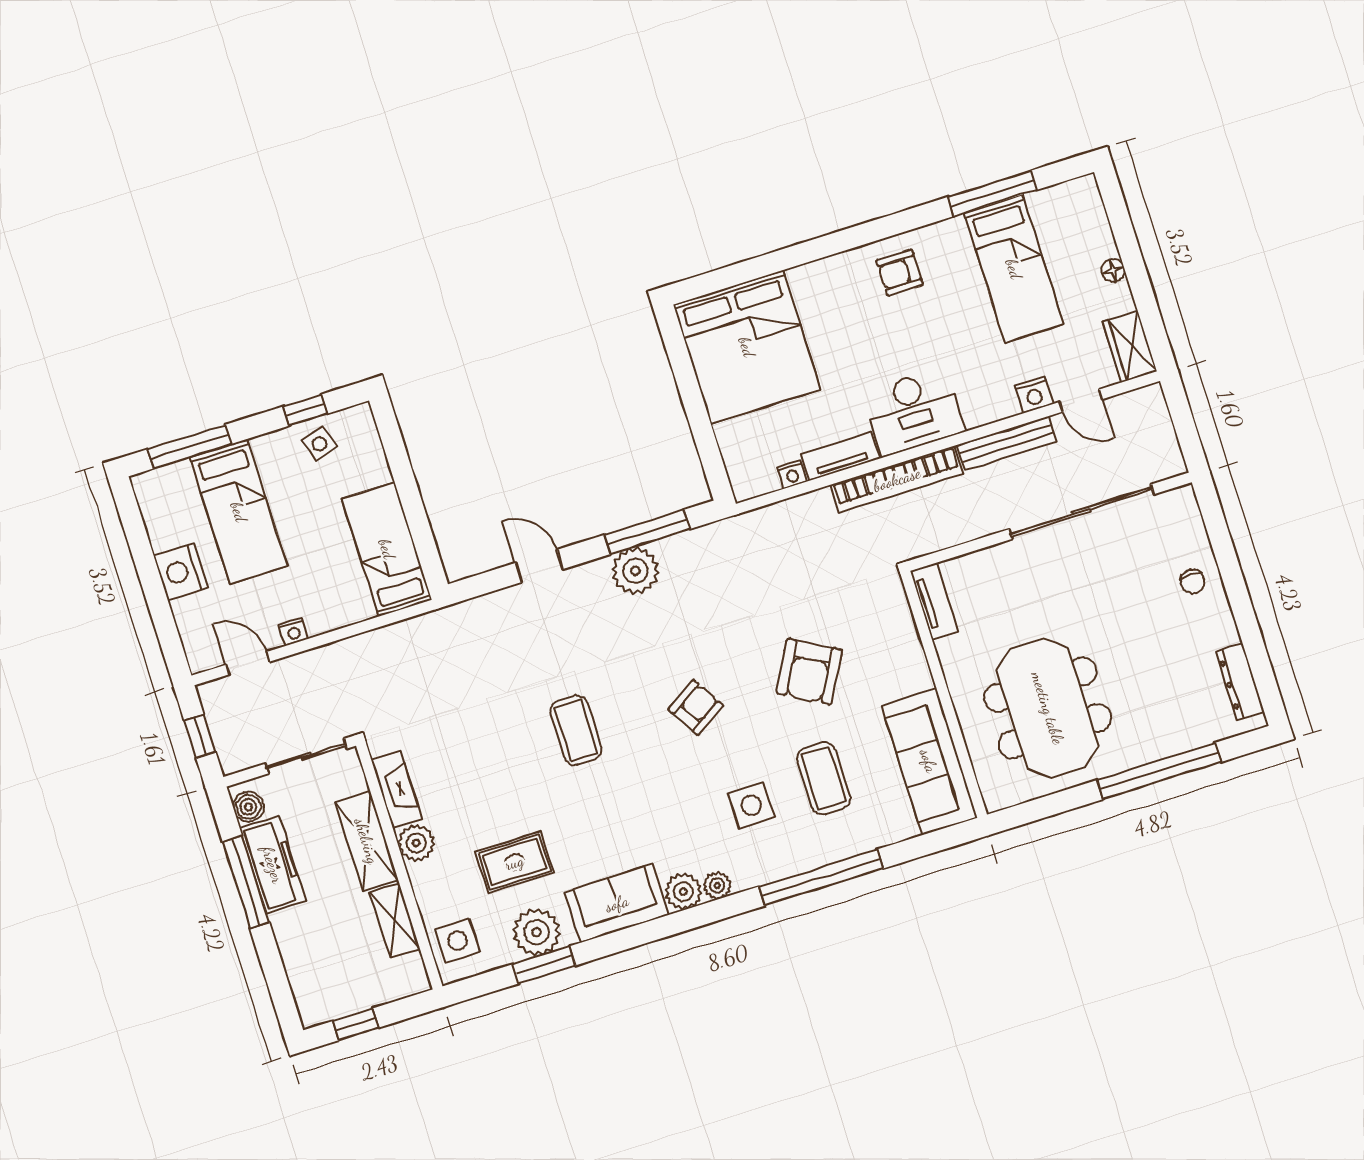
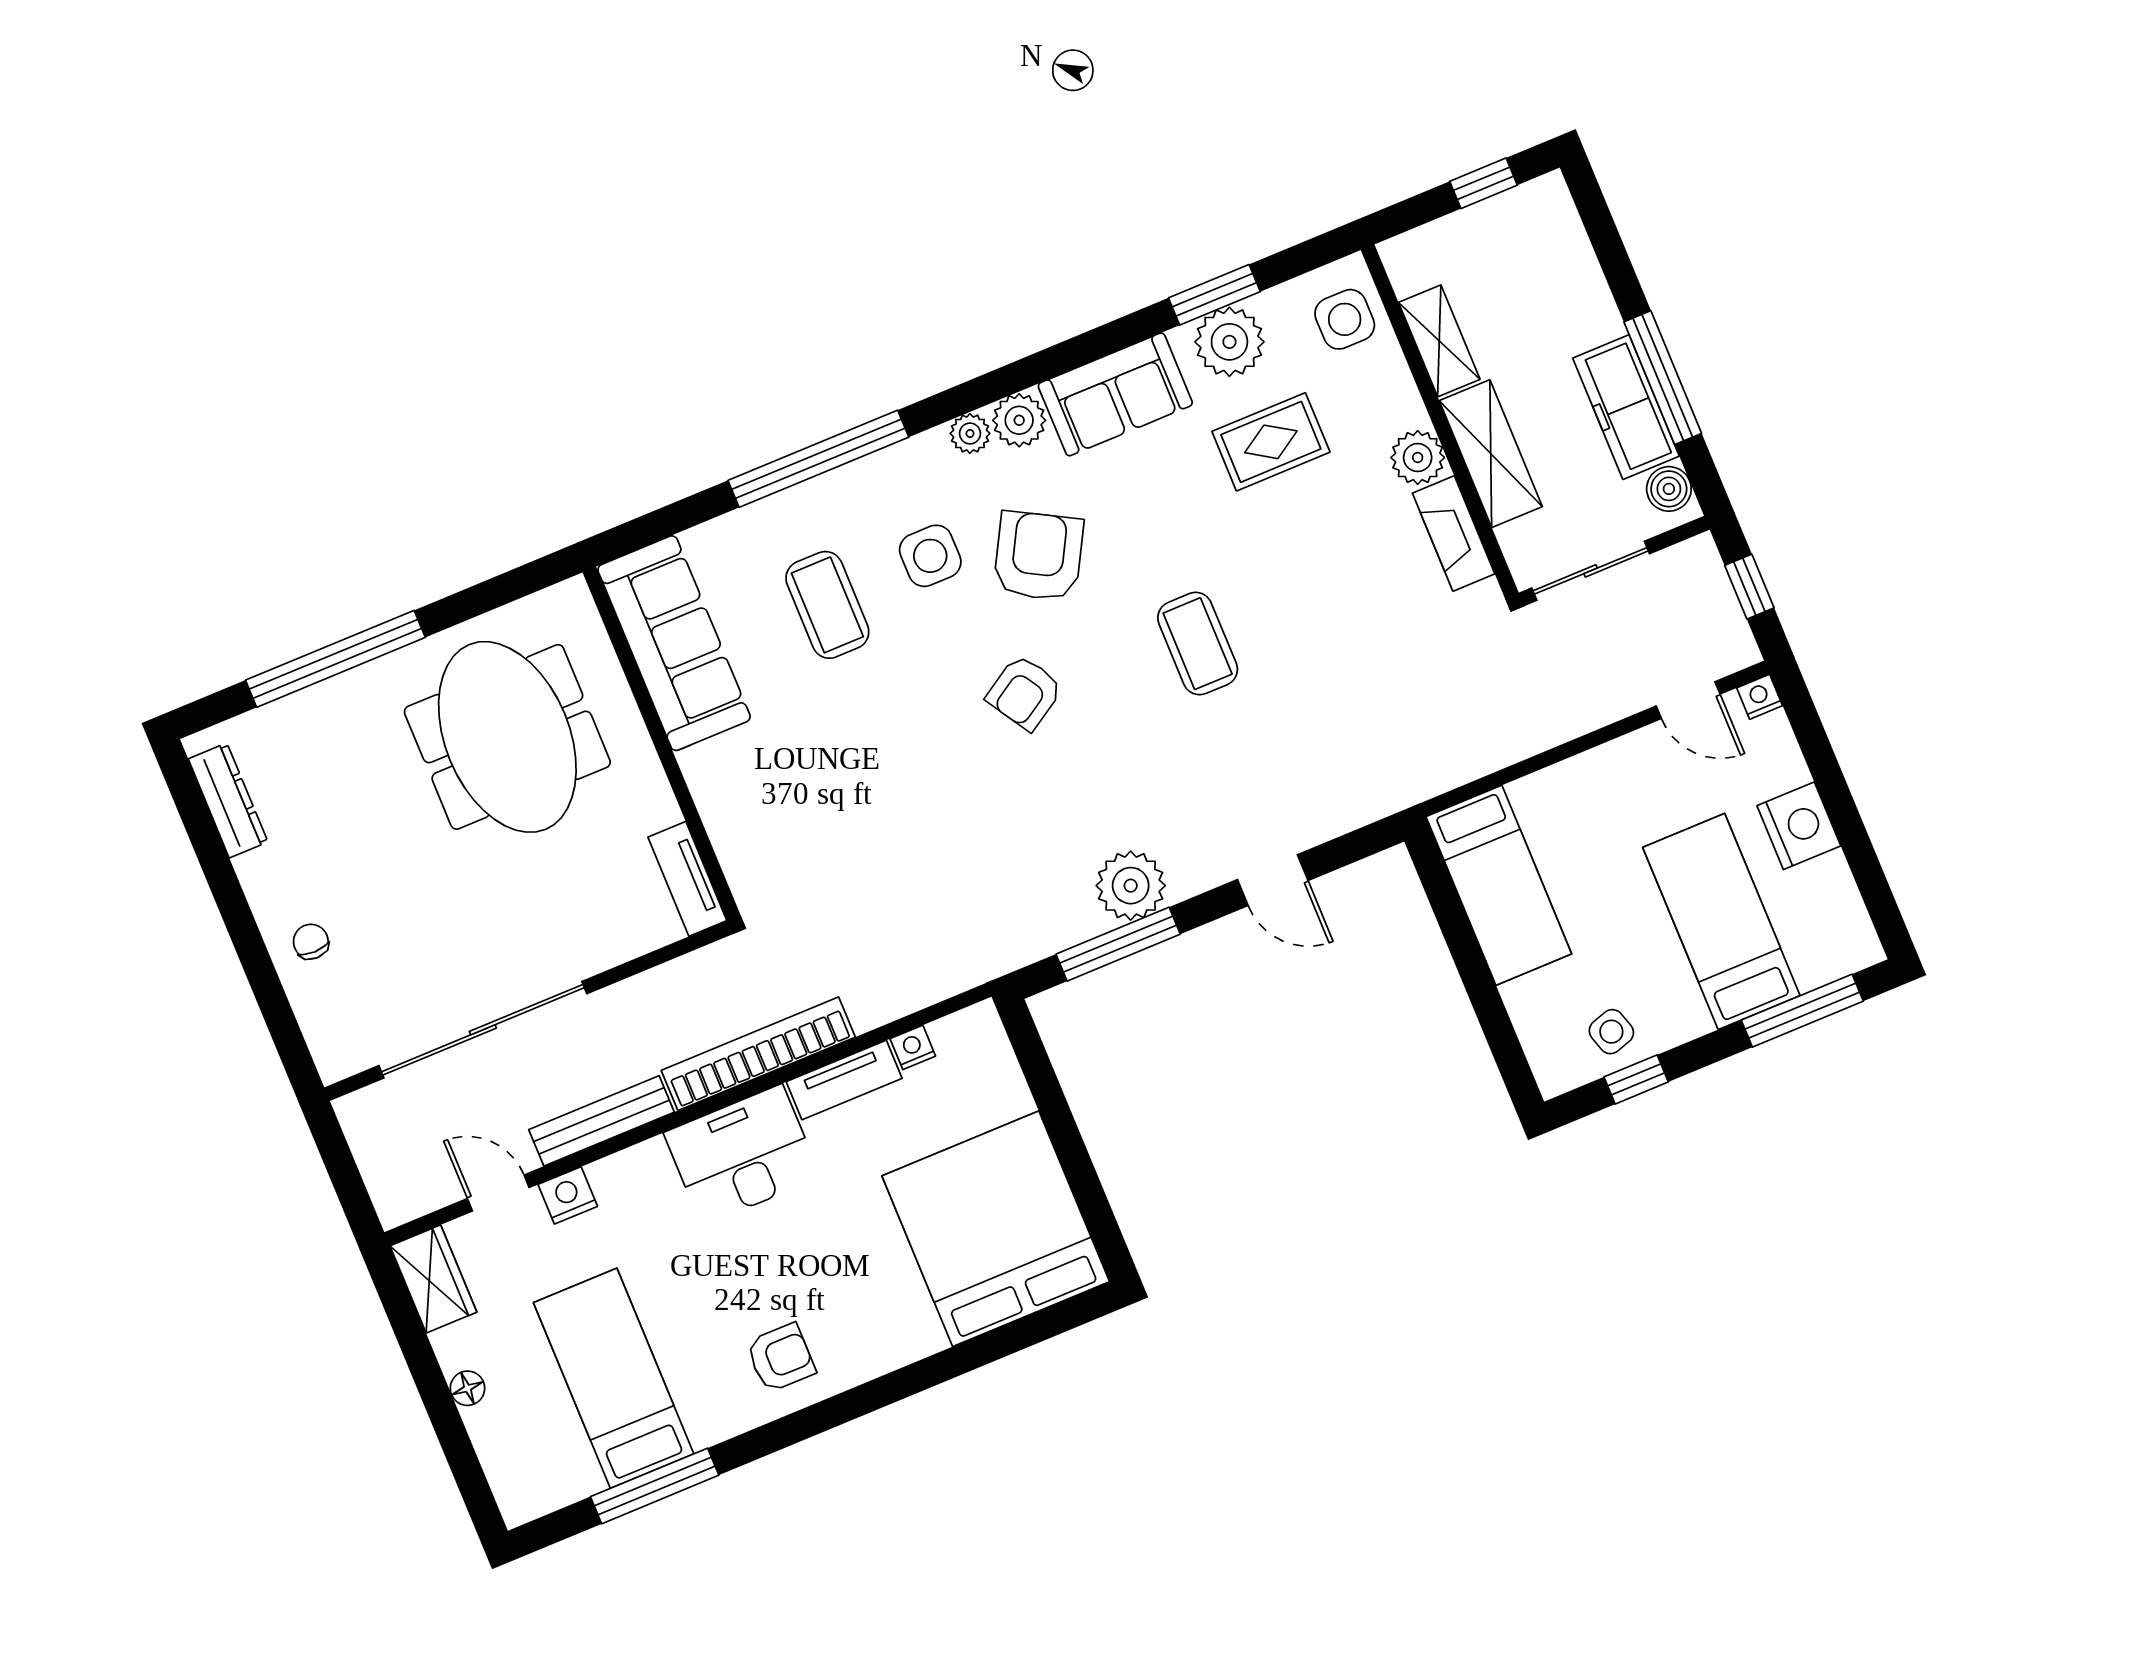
nightstand: (293, 632) -> (1760, 697), moved
armchair: (809, 671) -> (1038, 556), moved

